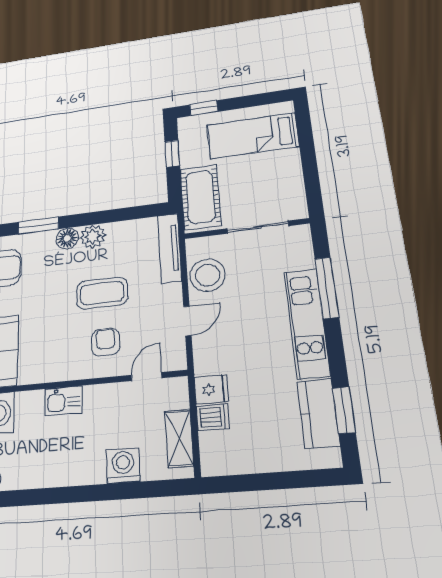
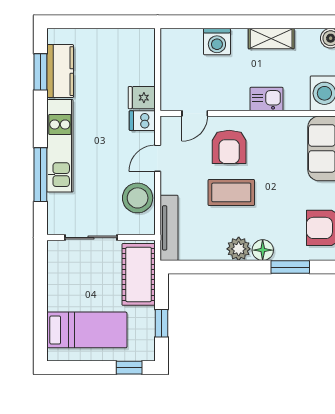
armchair: (106, 342) -> (229, 147), width x1.38, depth x1.38
dishwasher: (213, 417) -> (142, 121), moved
shelving: (179, 438) -> (271, 39), moved, turned 90

